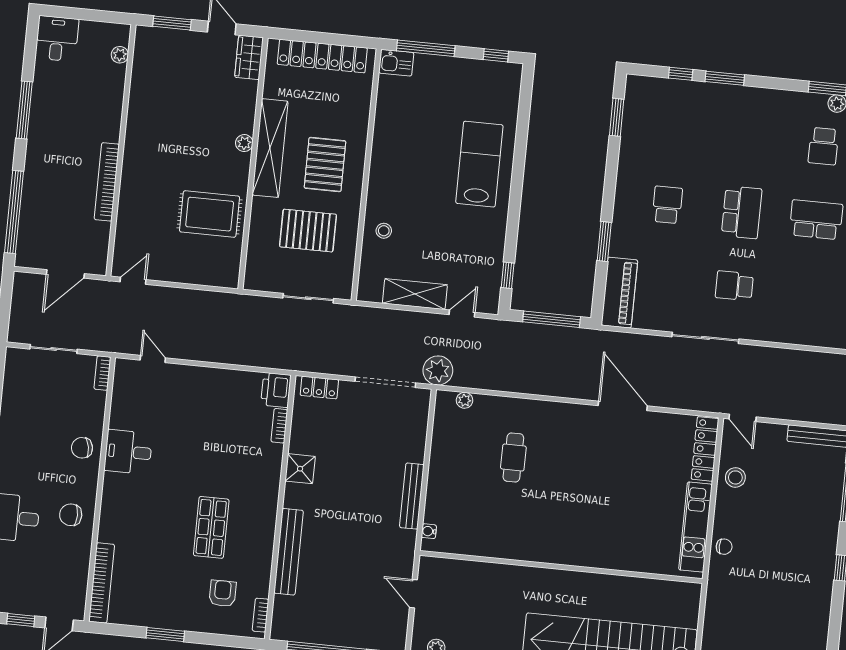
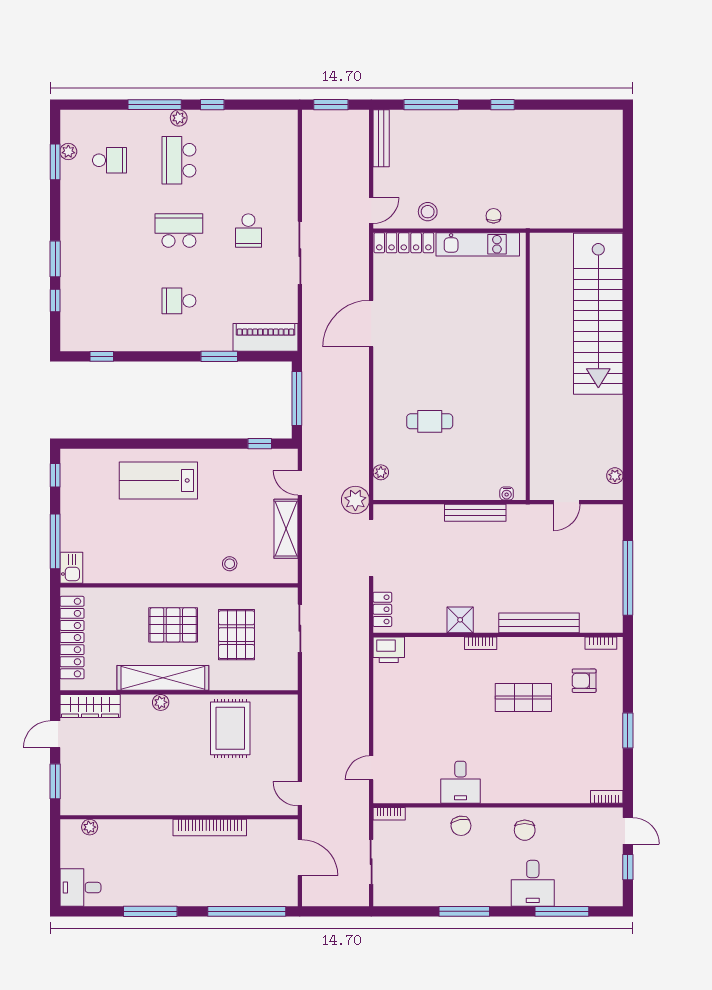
wardrobe: (249, 57) -> (90, 706), width x1.50
window: (617, 117) -> (102, 356), width x0.67
bookcase: (279, 426) -> (481, 643), moved
bookcase: (102, 583) -> (607, 797), width x0.43, depth x0.76

